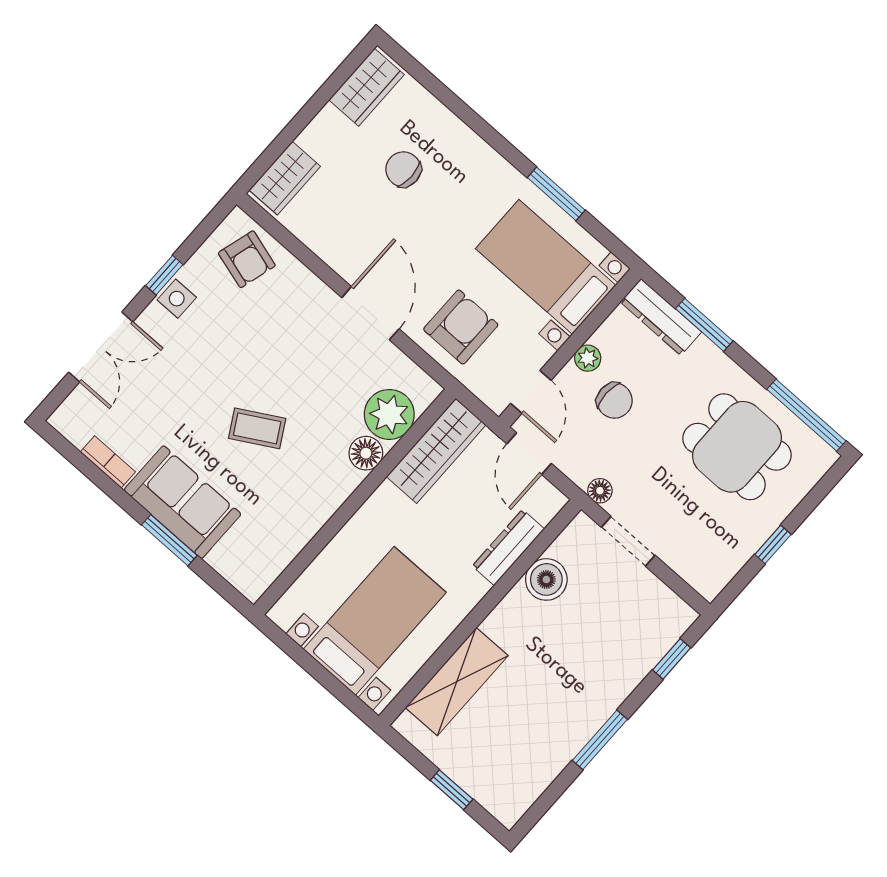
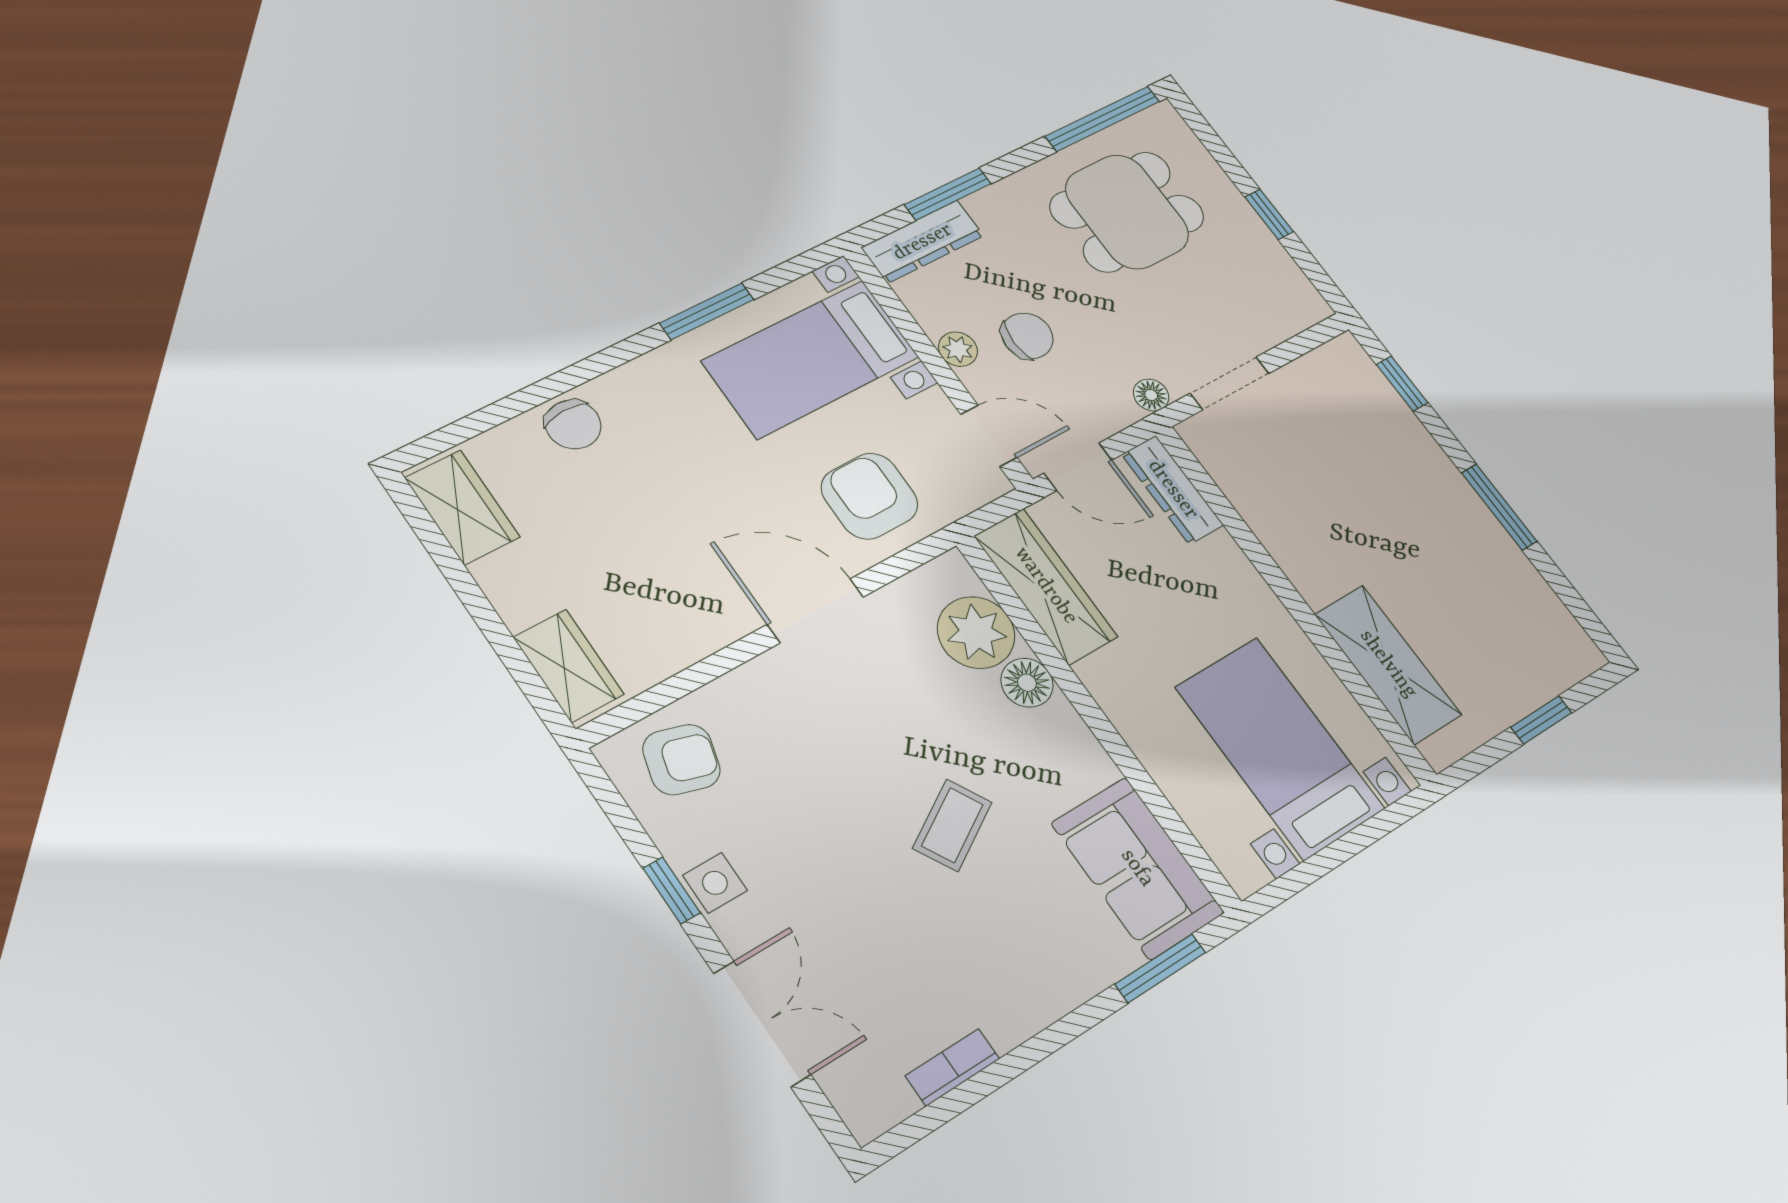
chair: (403, 169) -> (573, 424), moved, turned -93
sofa: (182, 502) -> (1137, 868), moved, turned -90
window: (169, 540) -> (1160, 968), moved
dresser: (508, 547) -> (1173, 490), moved
boiler: (546, 579) -> (1263, 502), removed

